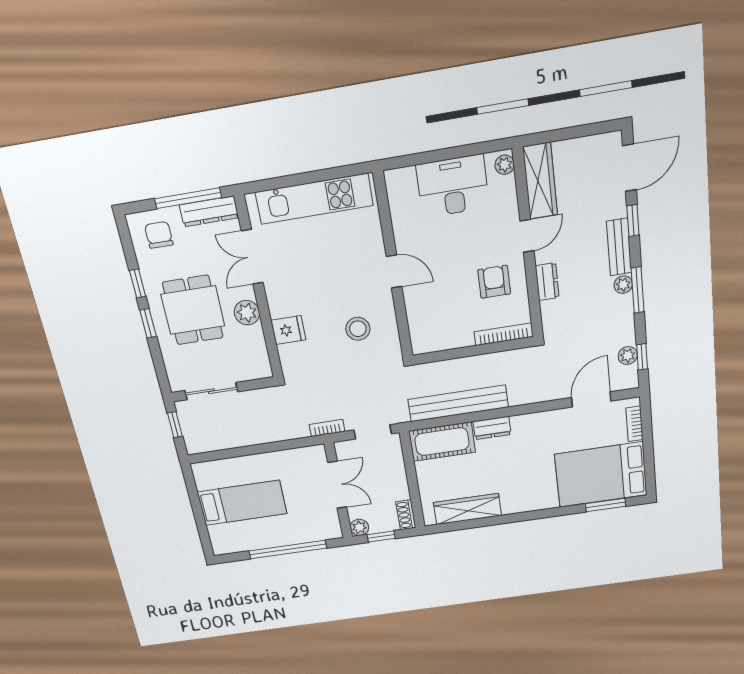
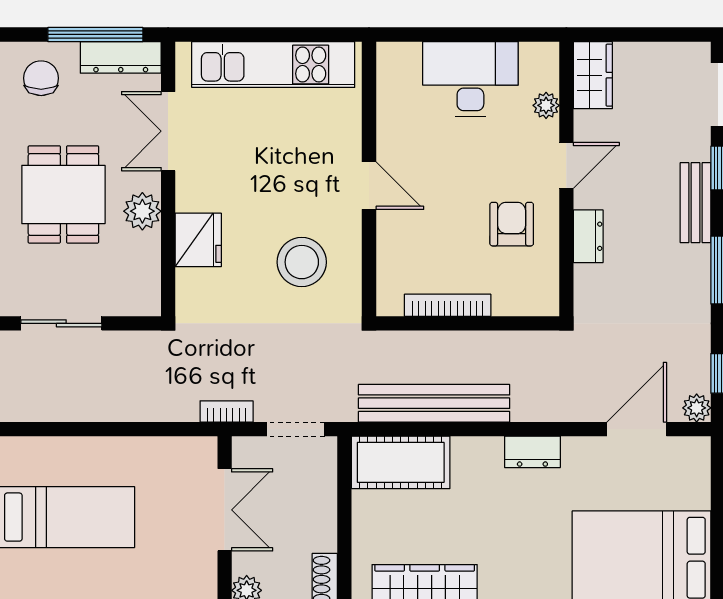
plant: (505, 165) -> (546, 105), moved
wardrobe: (540, 181) -> (593, 75), width x0.67
plant: (623, 285) -> (698, 259), removed
stool: (358, 329) -> (302, 262), width x1.38, depth x1.38
fridge: (288, 330) -> (198, 240), width x1.38
bookcase: (504, 334) -> (448, 305), moved
plant: (628, 355) -> (697, 408), moved
bookcase: (634, 424) -> (699, 480), removed
dresser: (492, 428) -> (532, 452), moved

